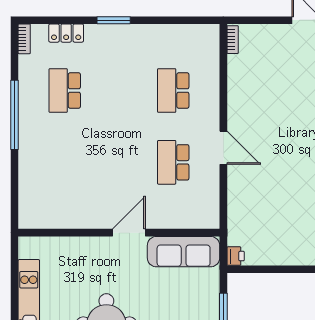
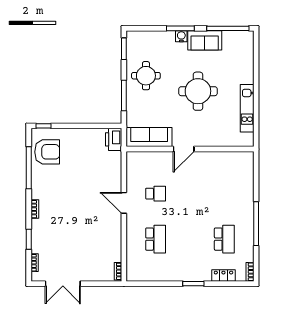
school desk: (173, 162) -> (156, 194), width x0.54
printer: (236, 256) -> (114, 139), width x1.87, depth x1.48

